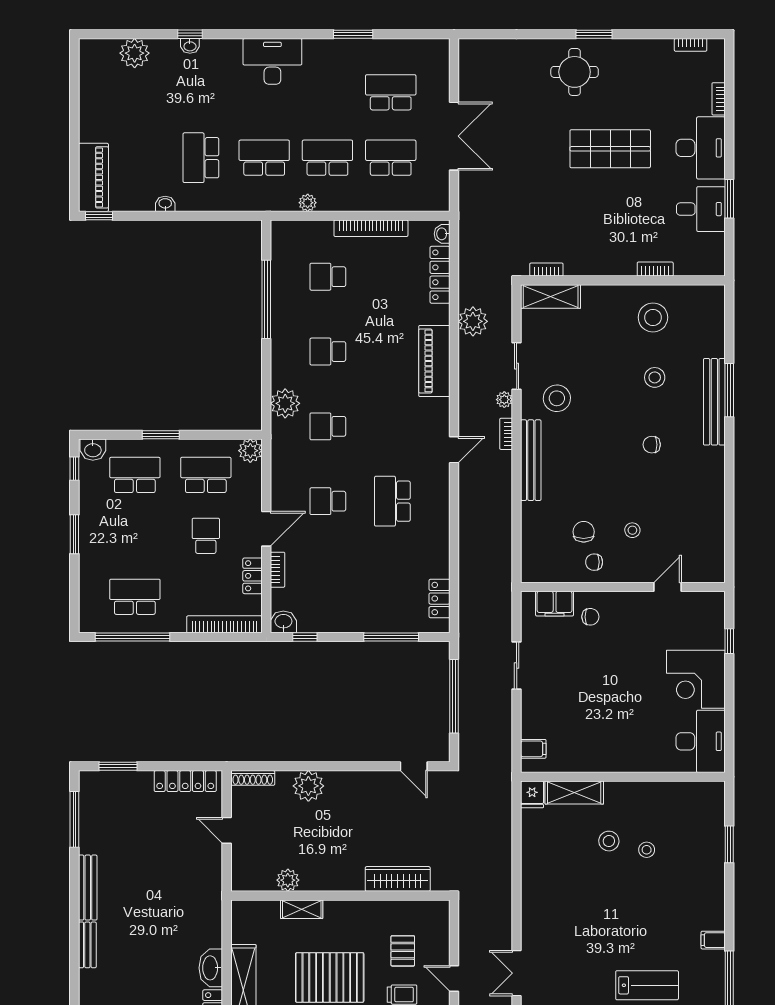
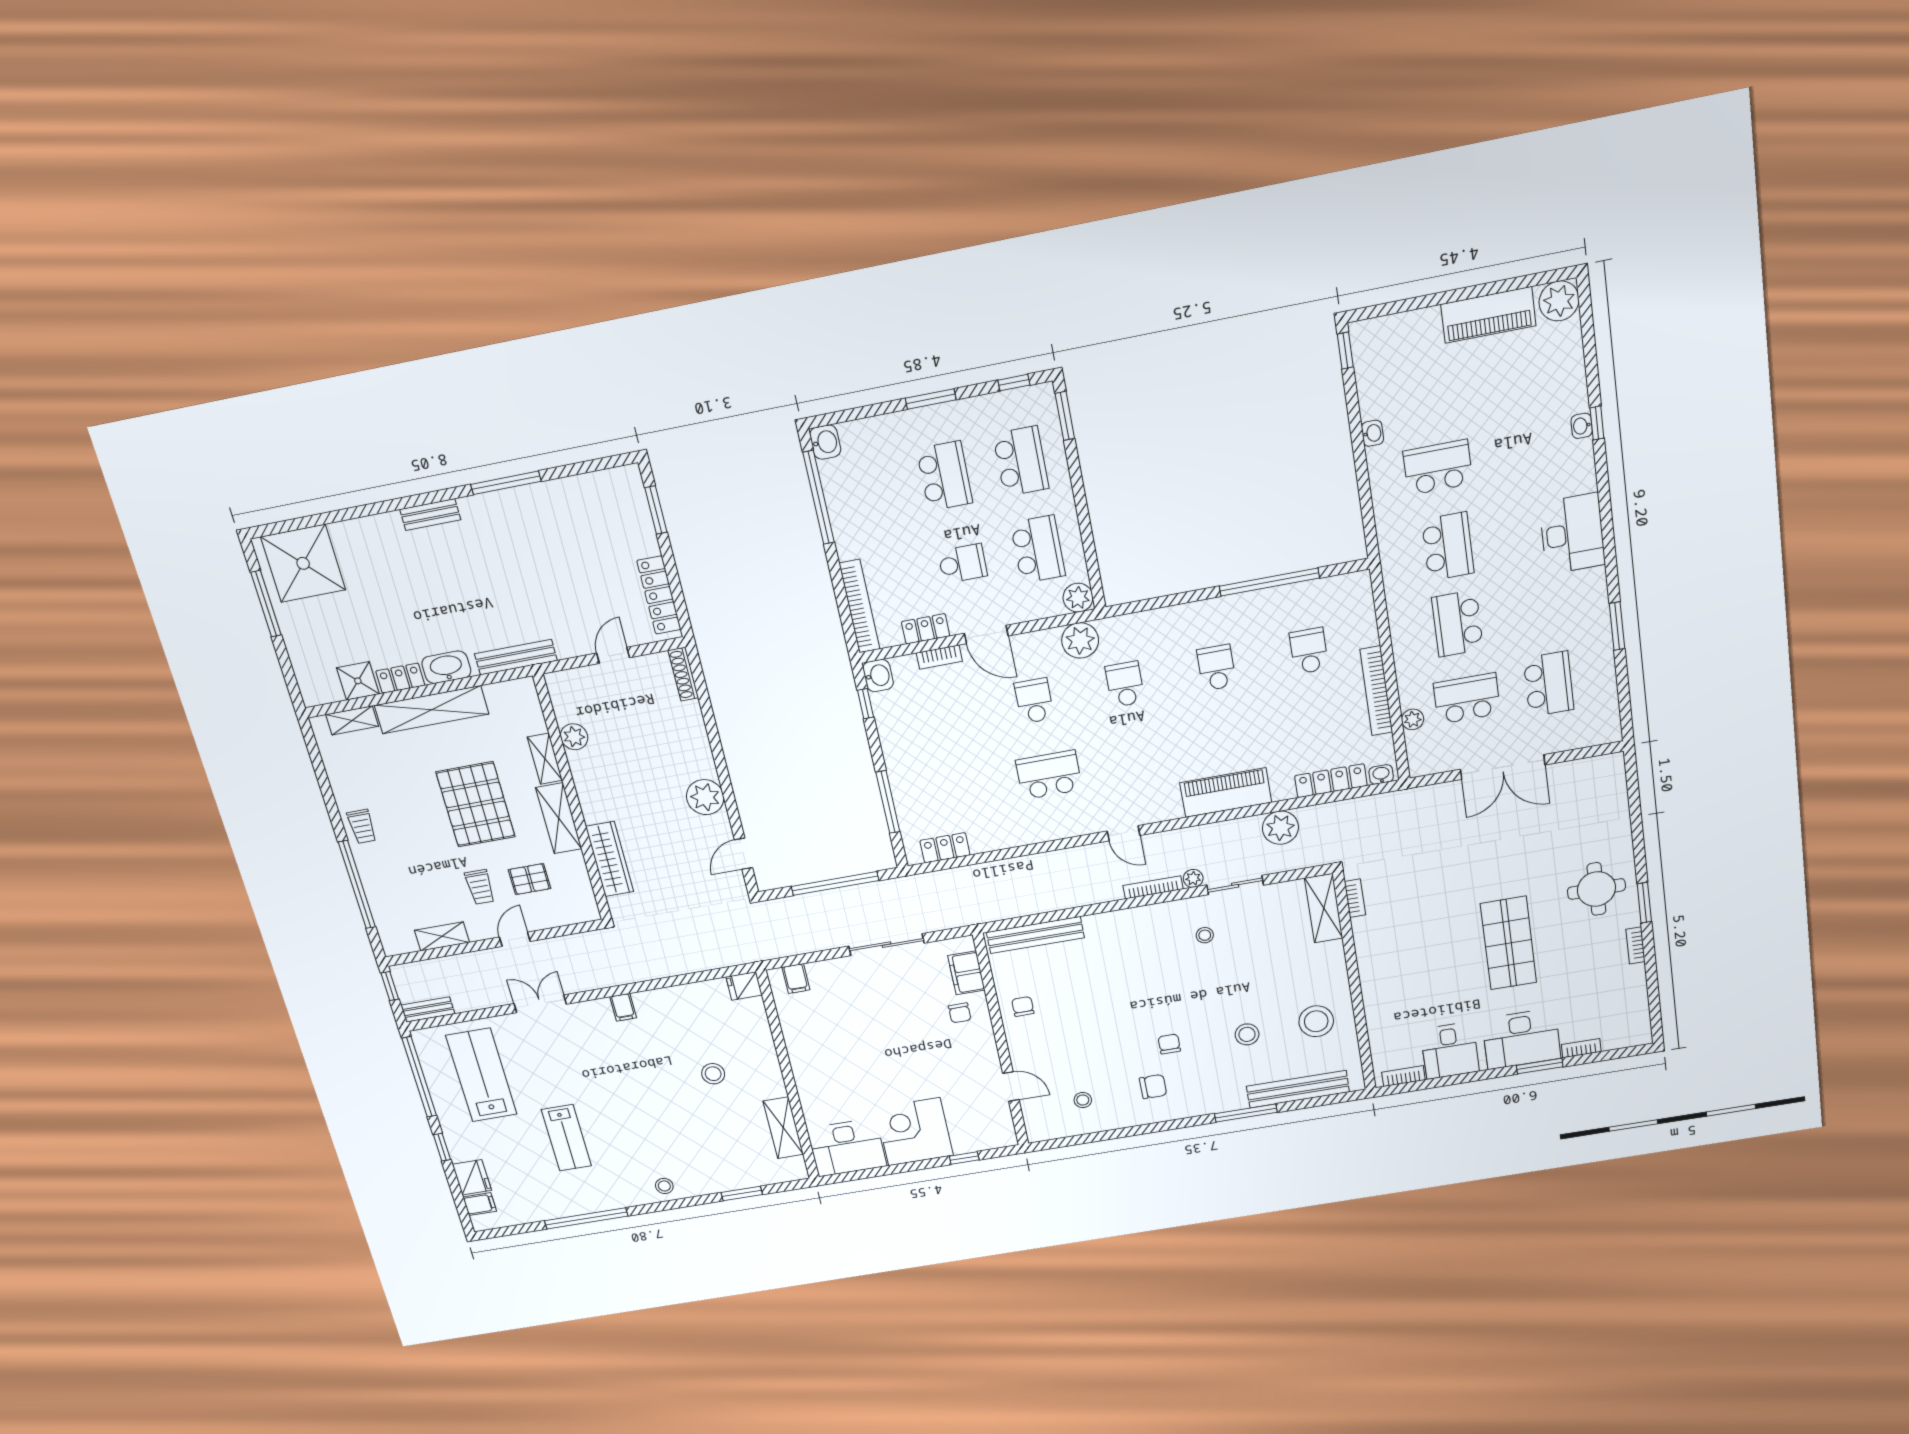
bookcase: (691, 45) -> (1636, 945), moved
plant: (135, 53) -> (1559, 301), moved
school desk: (327, 158) -> (1457, 623), turned 180
school desk: (391, 158) -> (1467, 699), turned -90
piano: (93, 177) -> (1488, 315), moved
window: (729, 199) -> (1540, 1066), moved
plant: (308, 203) -> (1413, 719), moved
bookcase: (655, 269) -> (1403, 1076), moved, turned -90
stool: (557, 398) -> (1205, 935), width x0.53, depth x0.53
bench: (714, 402) -> (1298, 1089), moved
plant: (285, 403) -> (1080, 640), moved
bookcase: (506, 434) -> (1153, 887), width x1.56
window: (161, 435) -> (1065, 416), moved
washbasin: (93, 450) -> (825, 442), moved, turned 180
bench: (531, 460) -> (1035, 935), moved
stool: (632, 530) -> (1083, 1100), moved
chair: (584, 532) -> (1153, 1087), moved
school desk: (135, 597) -> (945, 476), moved
sliding door: (517, 665) -> (886, 945), width x1.37
plant: (308, 786) -> (705, 797), moved
shelving: (574, 793) -> (783, 1128), moved
window: (74, 819) -> (506, 483), moved
stool: (647, 850) -> (664, 1186), moved
bench: (88, 888) -> (516, 657), moved
shelving: (354, 912) -> (559, 818), added
filing cabinet: (713, 940) -> (623, 1007), moved, turned 180

